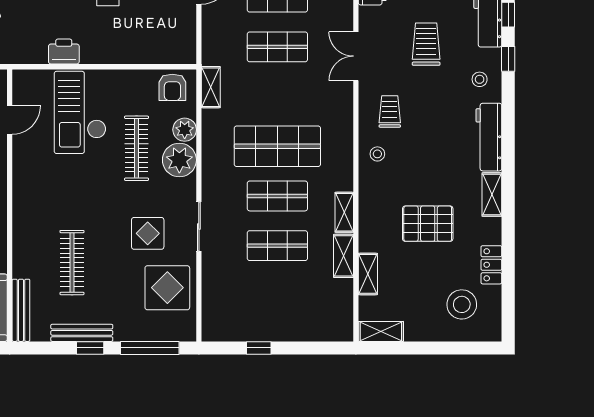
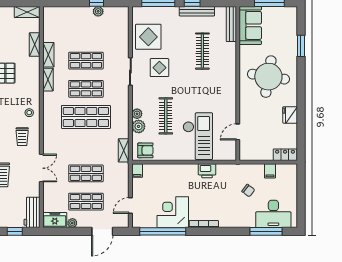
filing cabinet: (187, 52) -> (137, 171), added
armchair: (172, 87) -> (145, 150), turned 90
plant: (179, 160) -> (137, 114), width x0.53, depth x0.53
plant: (256, 332) -> (98, 11), added

